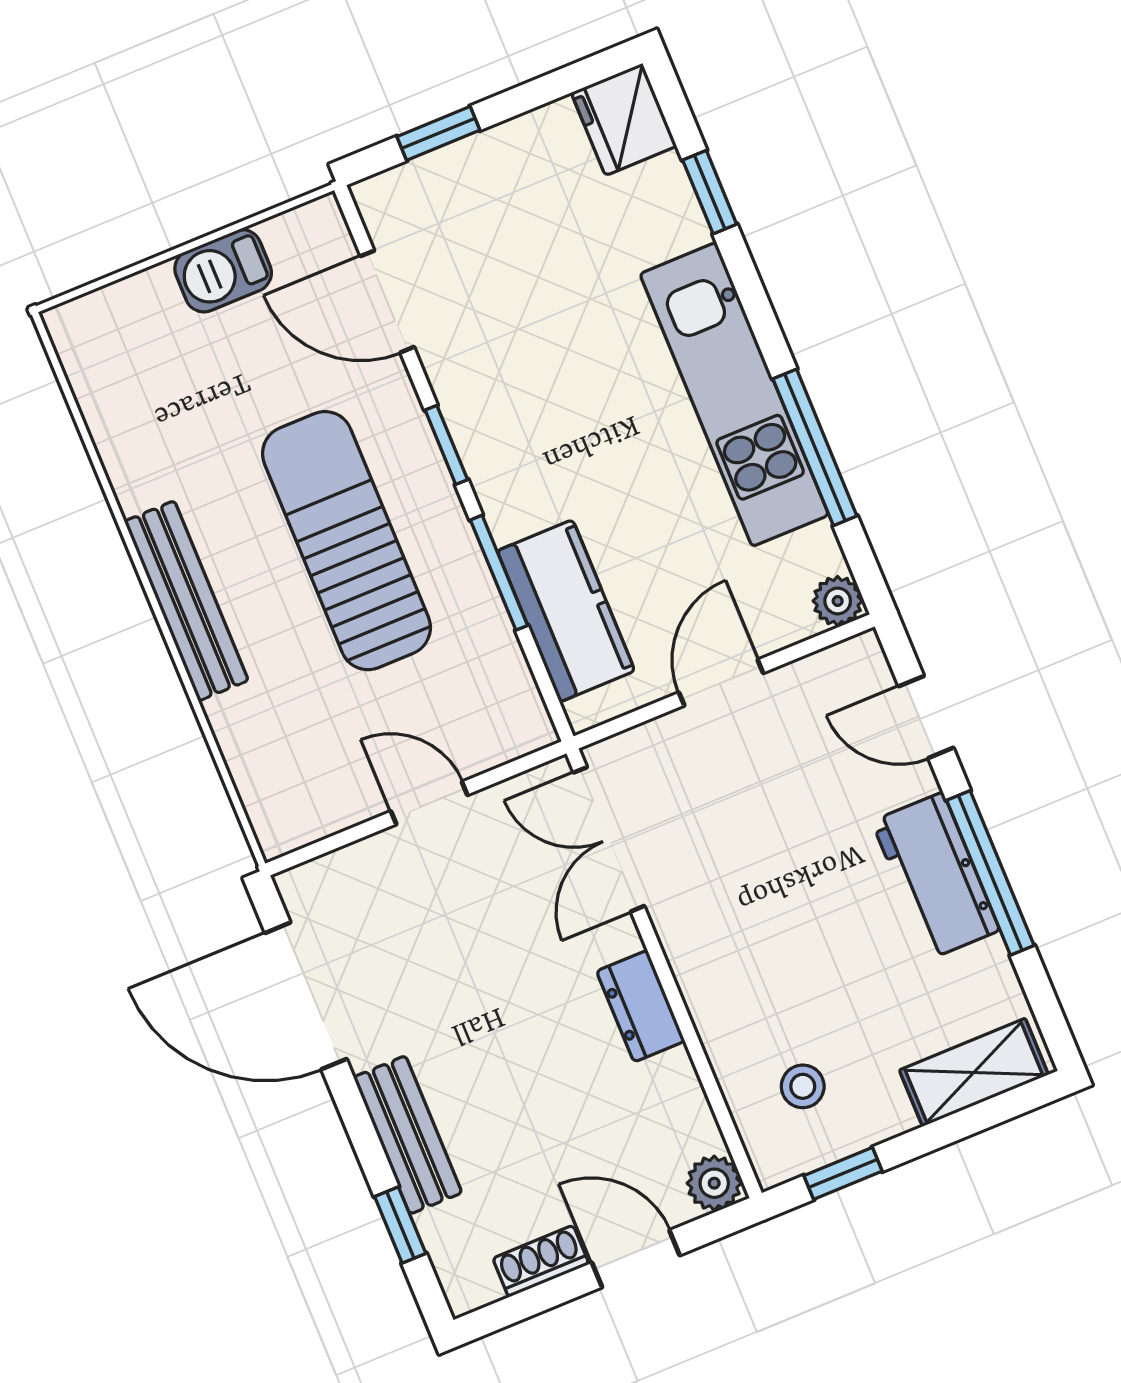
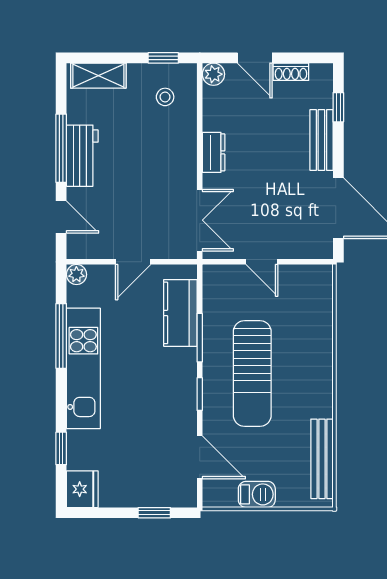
bench: (186, 601) -> (322, 459), moved

